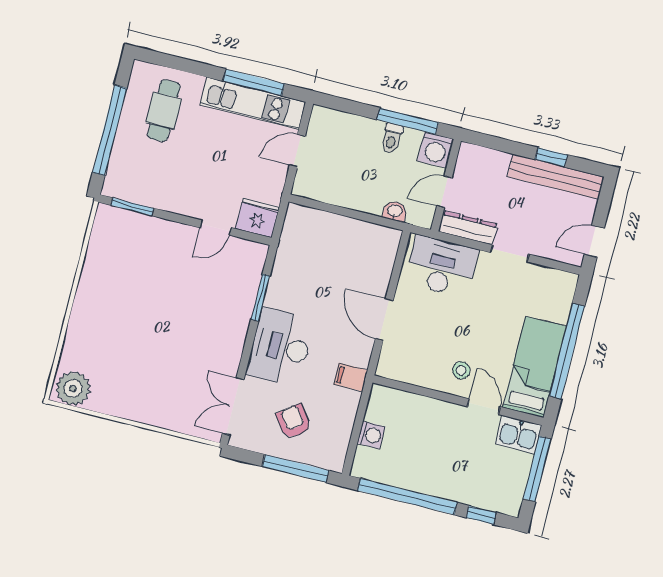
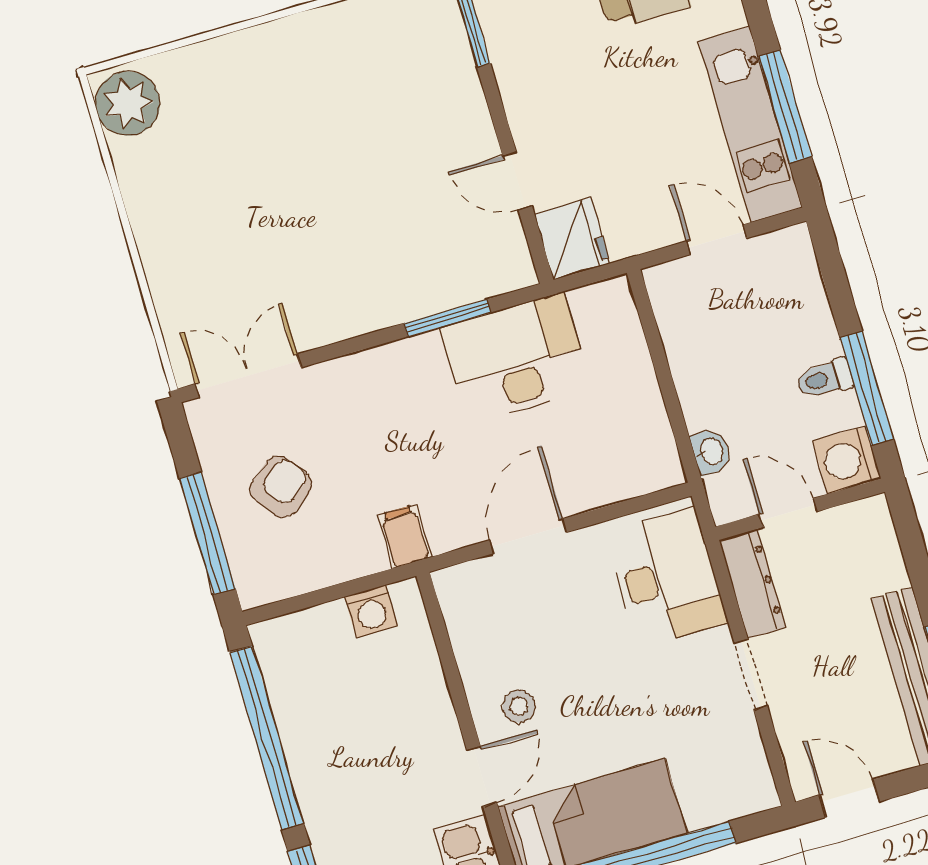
desk: (280, 347) -> (515, 359), moved
washing machine: (371, 435) -> (371, 611), moved

